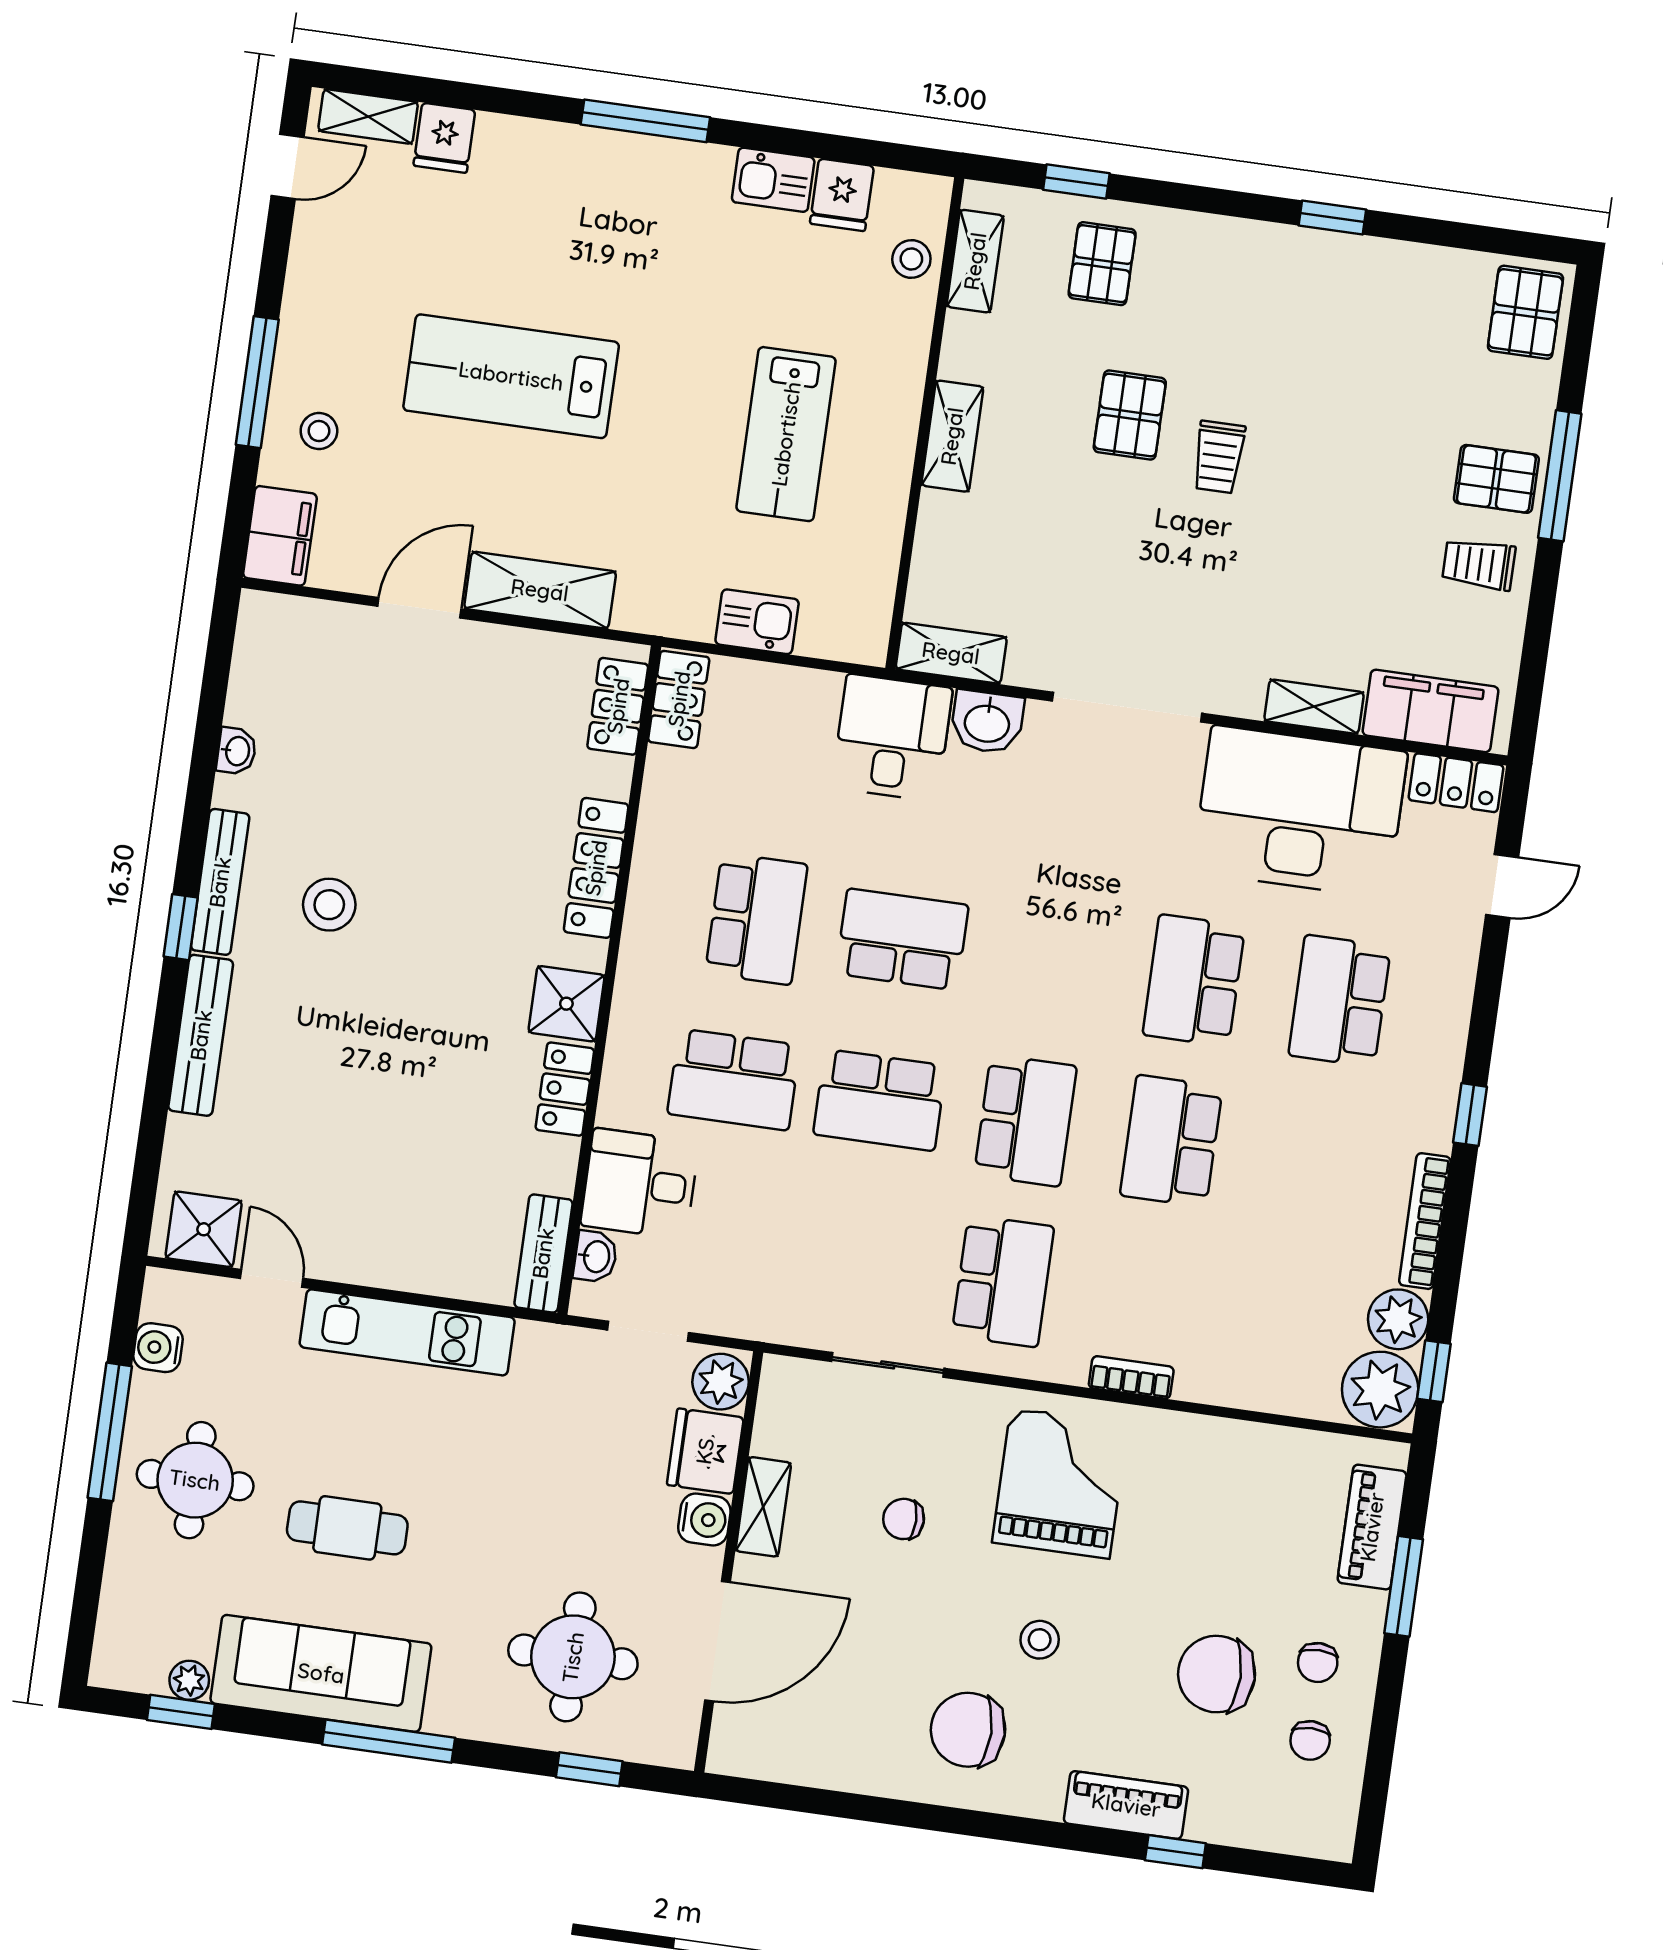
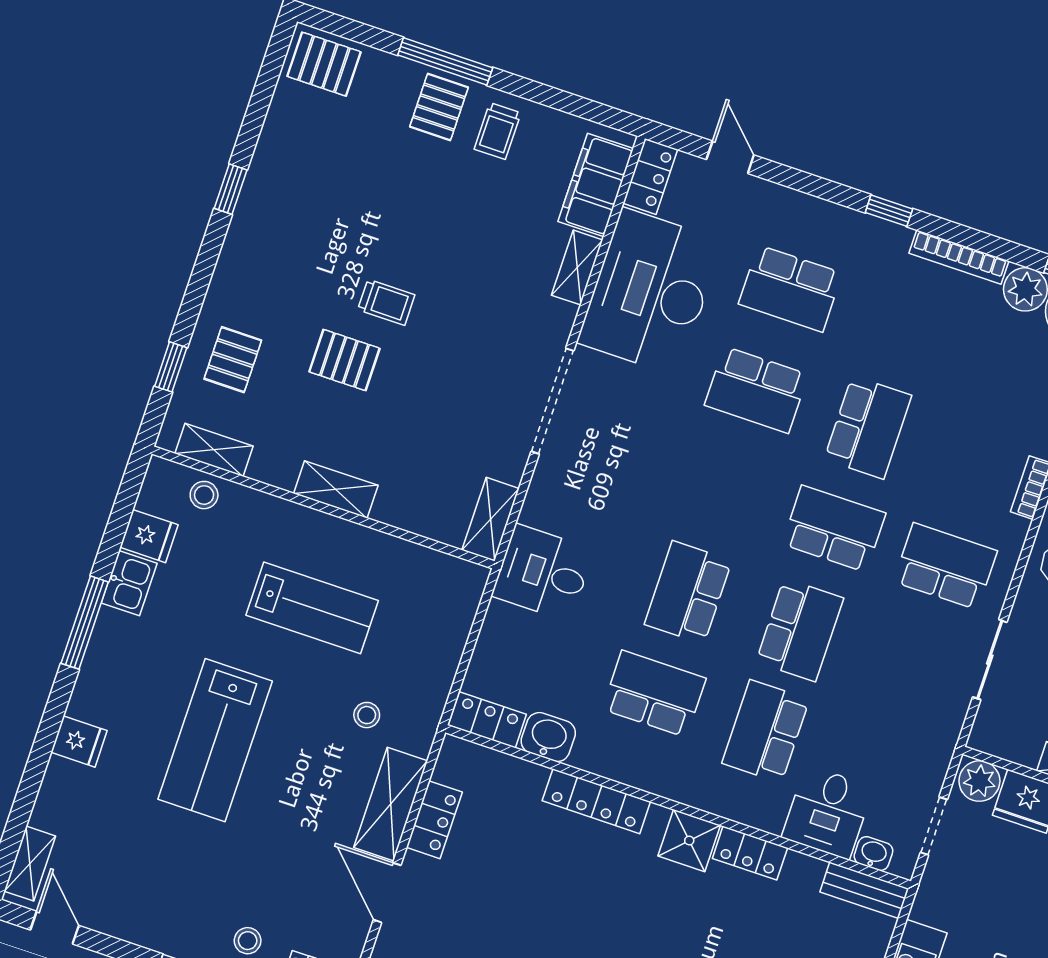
window: (645, 121) -> (85, 623), moved
fridge: (444, 138) -> (79, 741), moved
pallet: (1102, 264) -> (233, 360), turned 90
lab bench: (511, 376) -> (215, 740), moved
stool: (655, 535) -> (367, 715), added
kitchen sink: (757, 622) -> (442, 654), removed
locker: (618, 706) -> (434, 820), moved, turned -90
washbasin: (987, 722) -> (548, 737), moved, turned -90
school desk: (734, 1079) -> (766, 731), turned 180
school desk: (1171, 1141) -> (868, 427), turned -90

